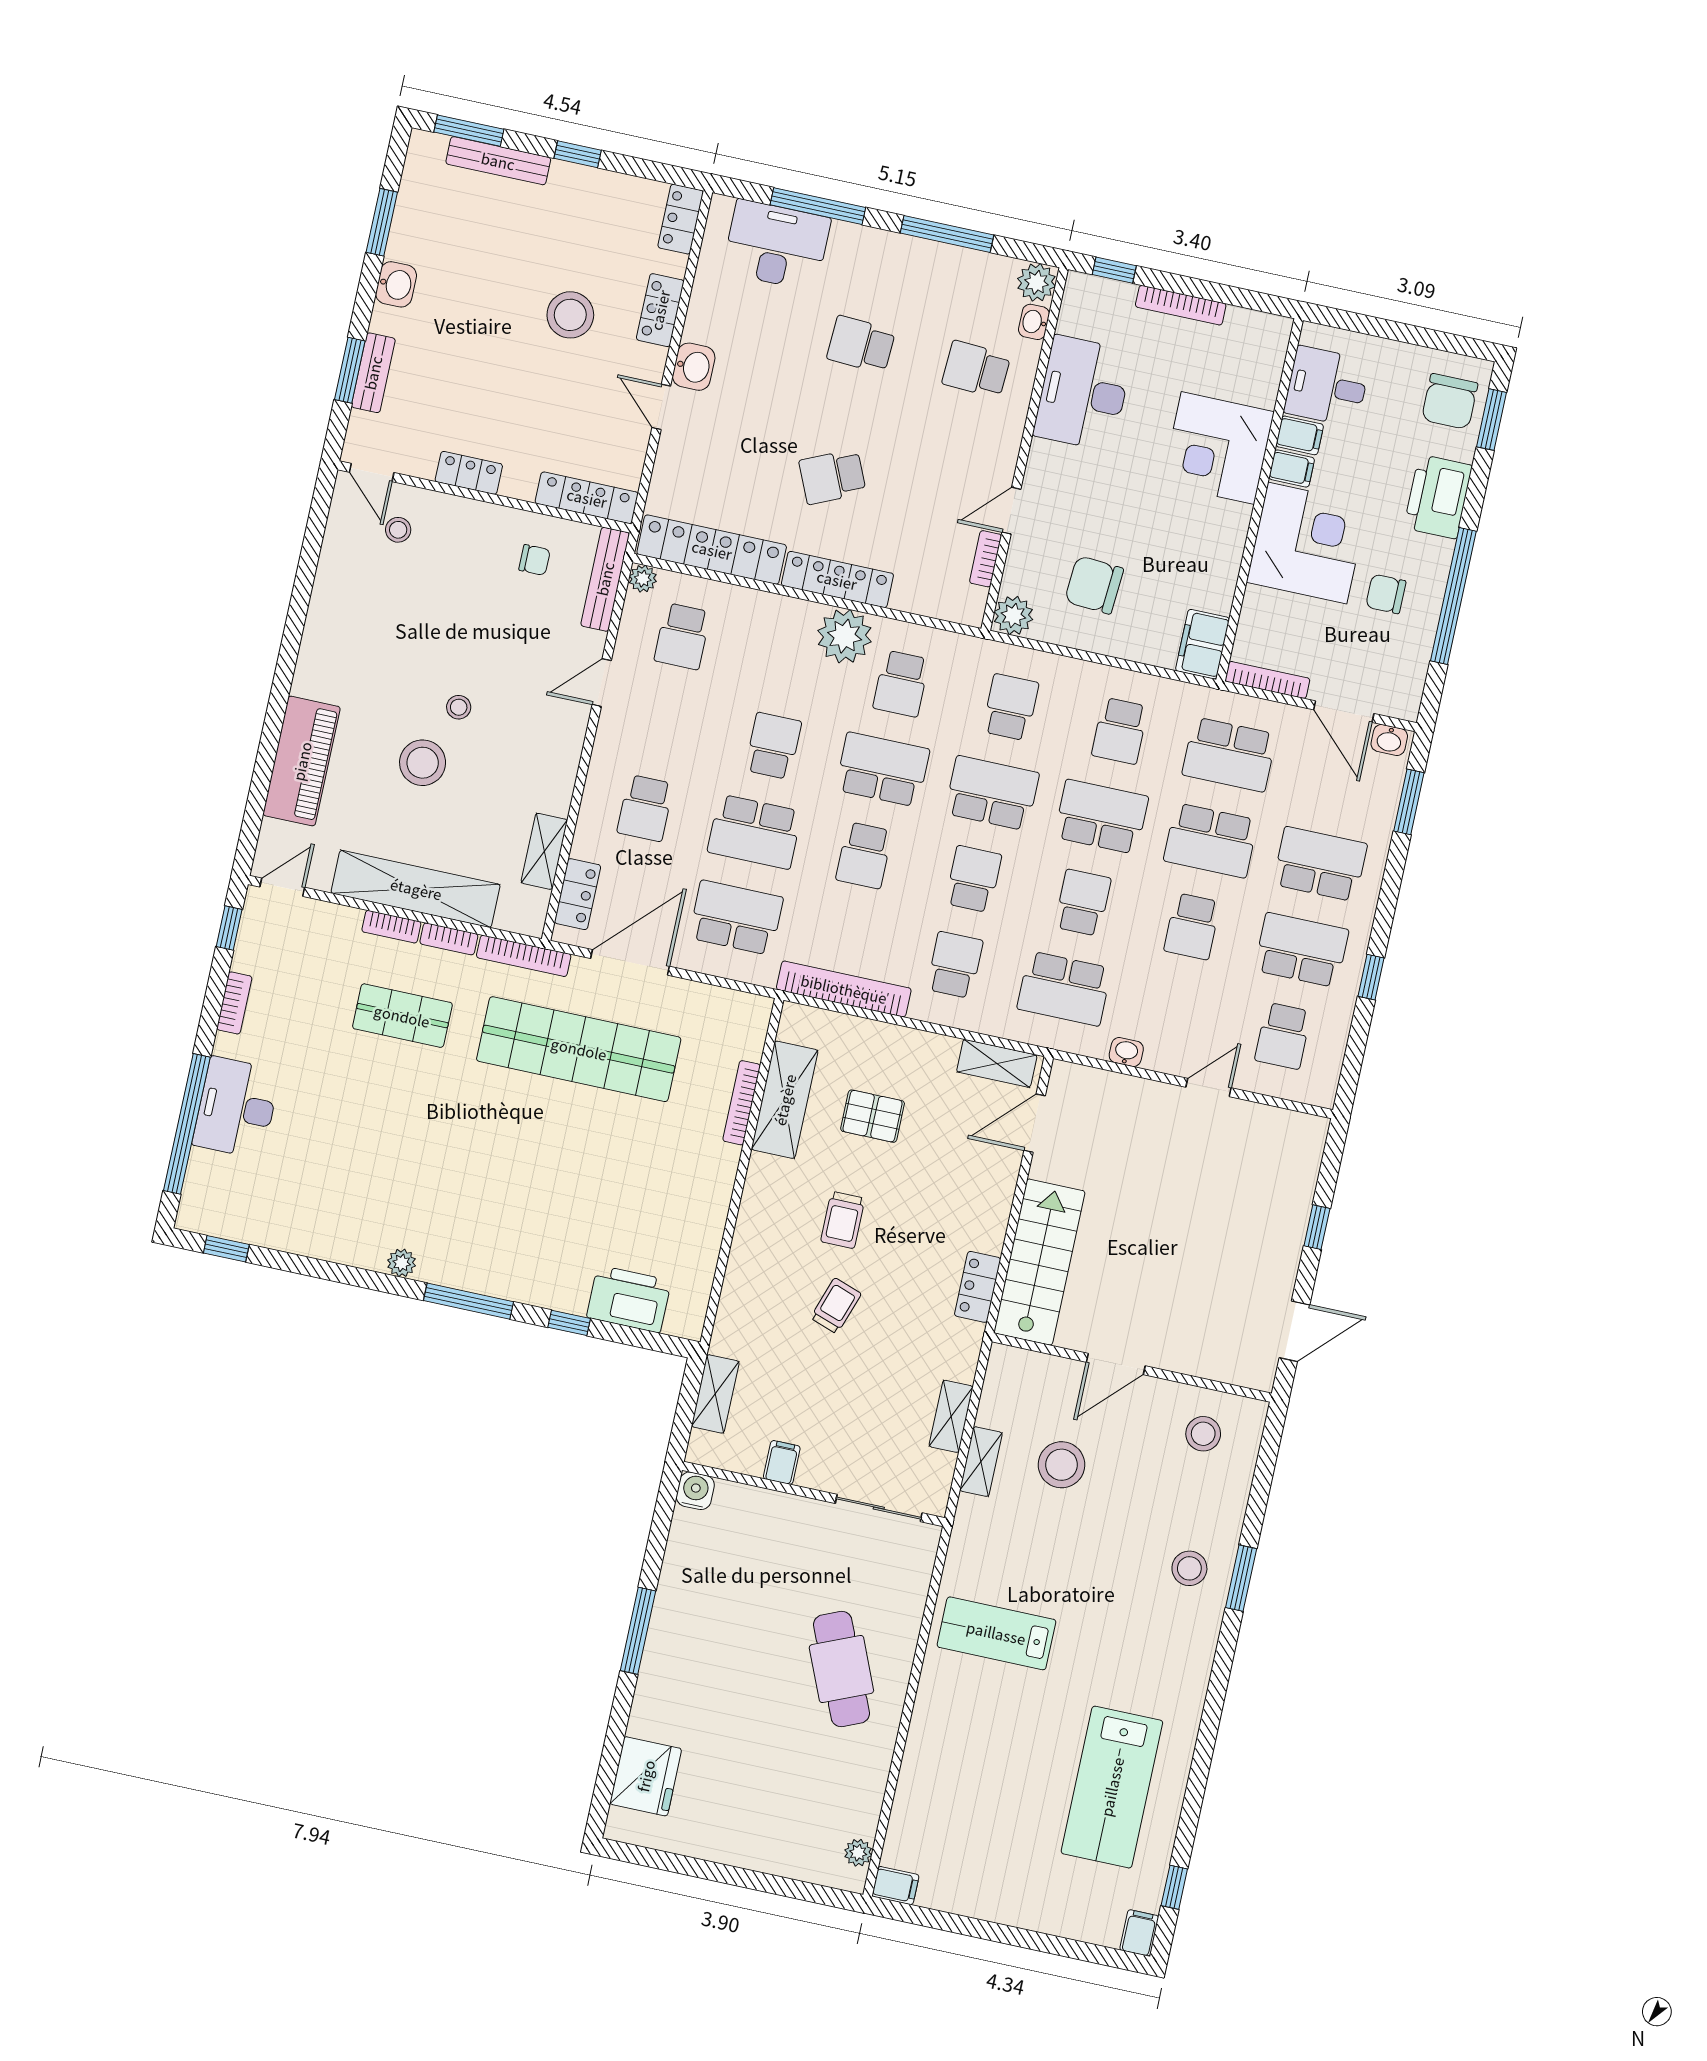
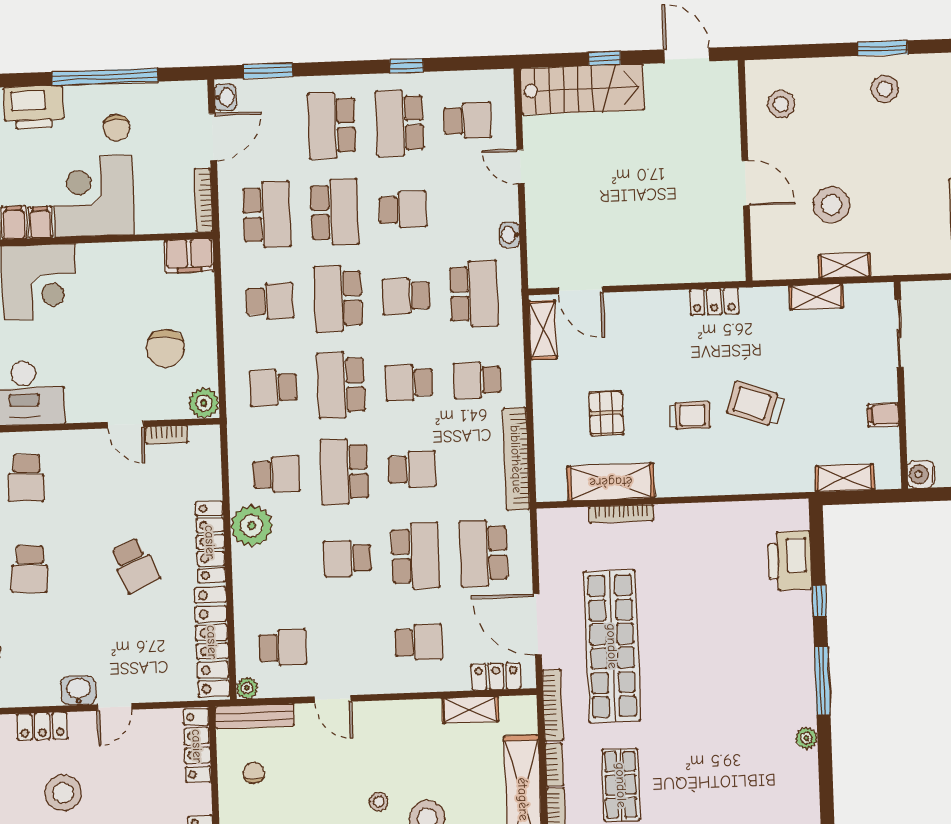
stairs: (1039, 1262) -> (582, 89), moved, turned 180
trolley: (836, 1306) -> (755, 404), width x1.36, depth x1.39

